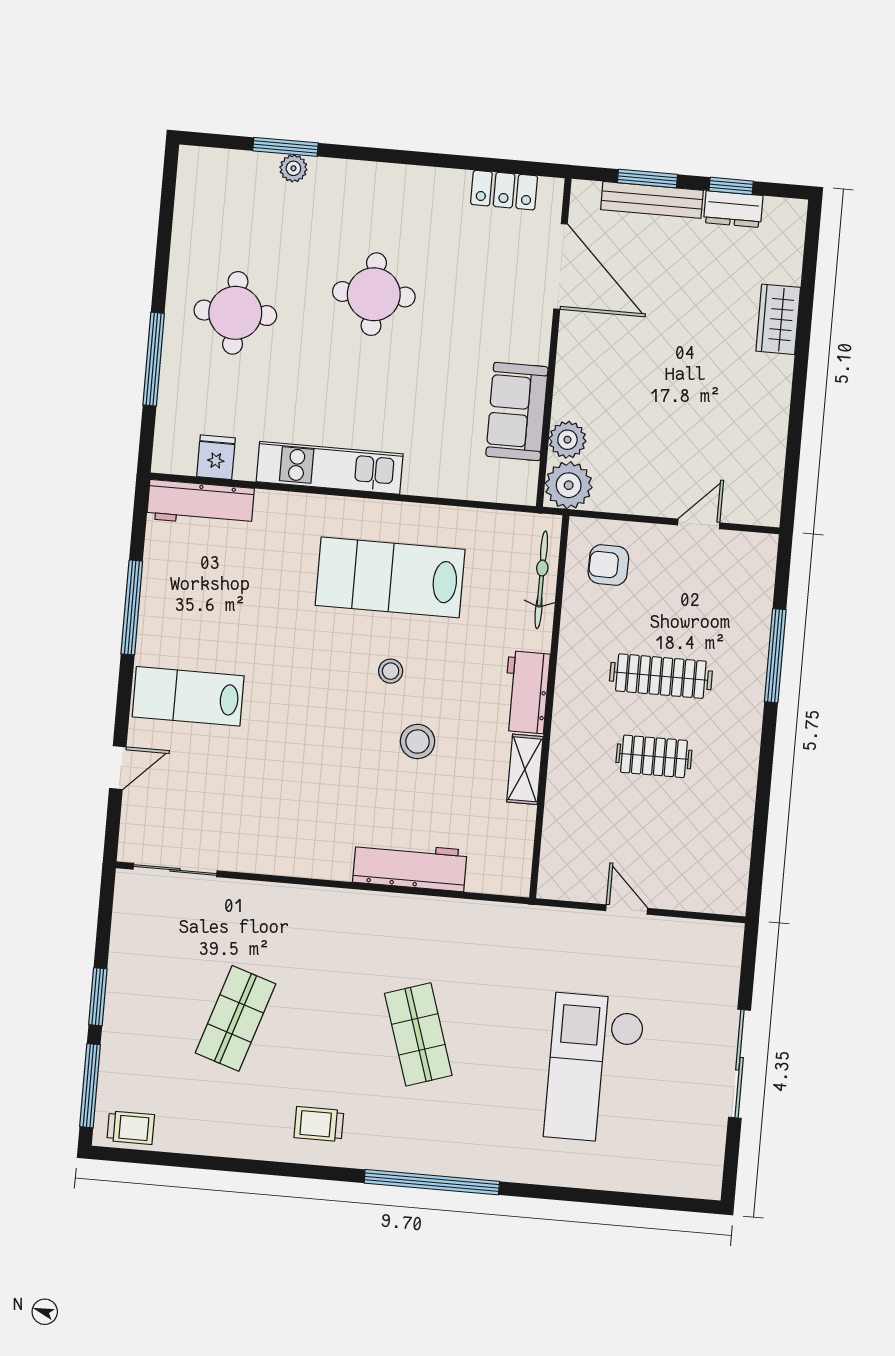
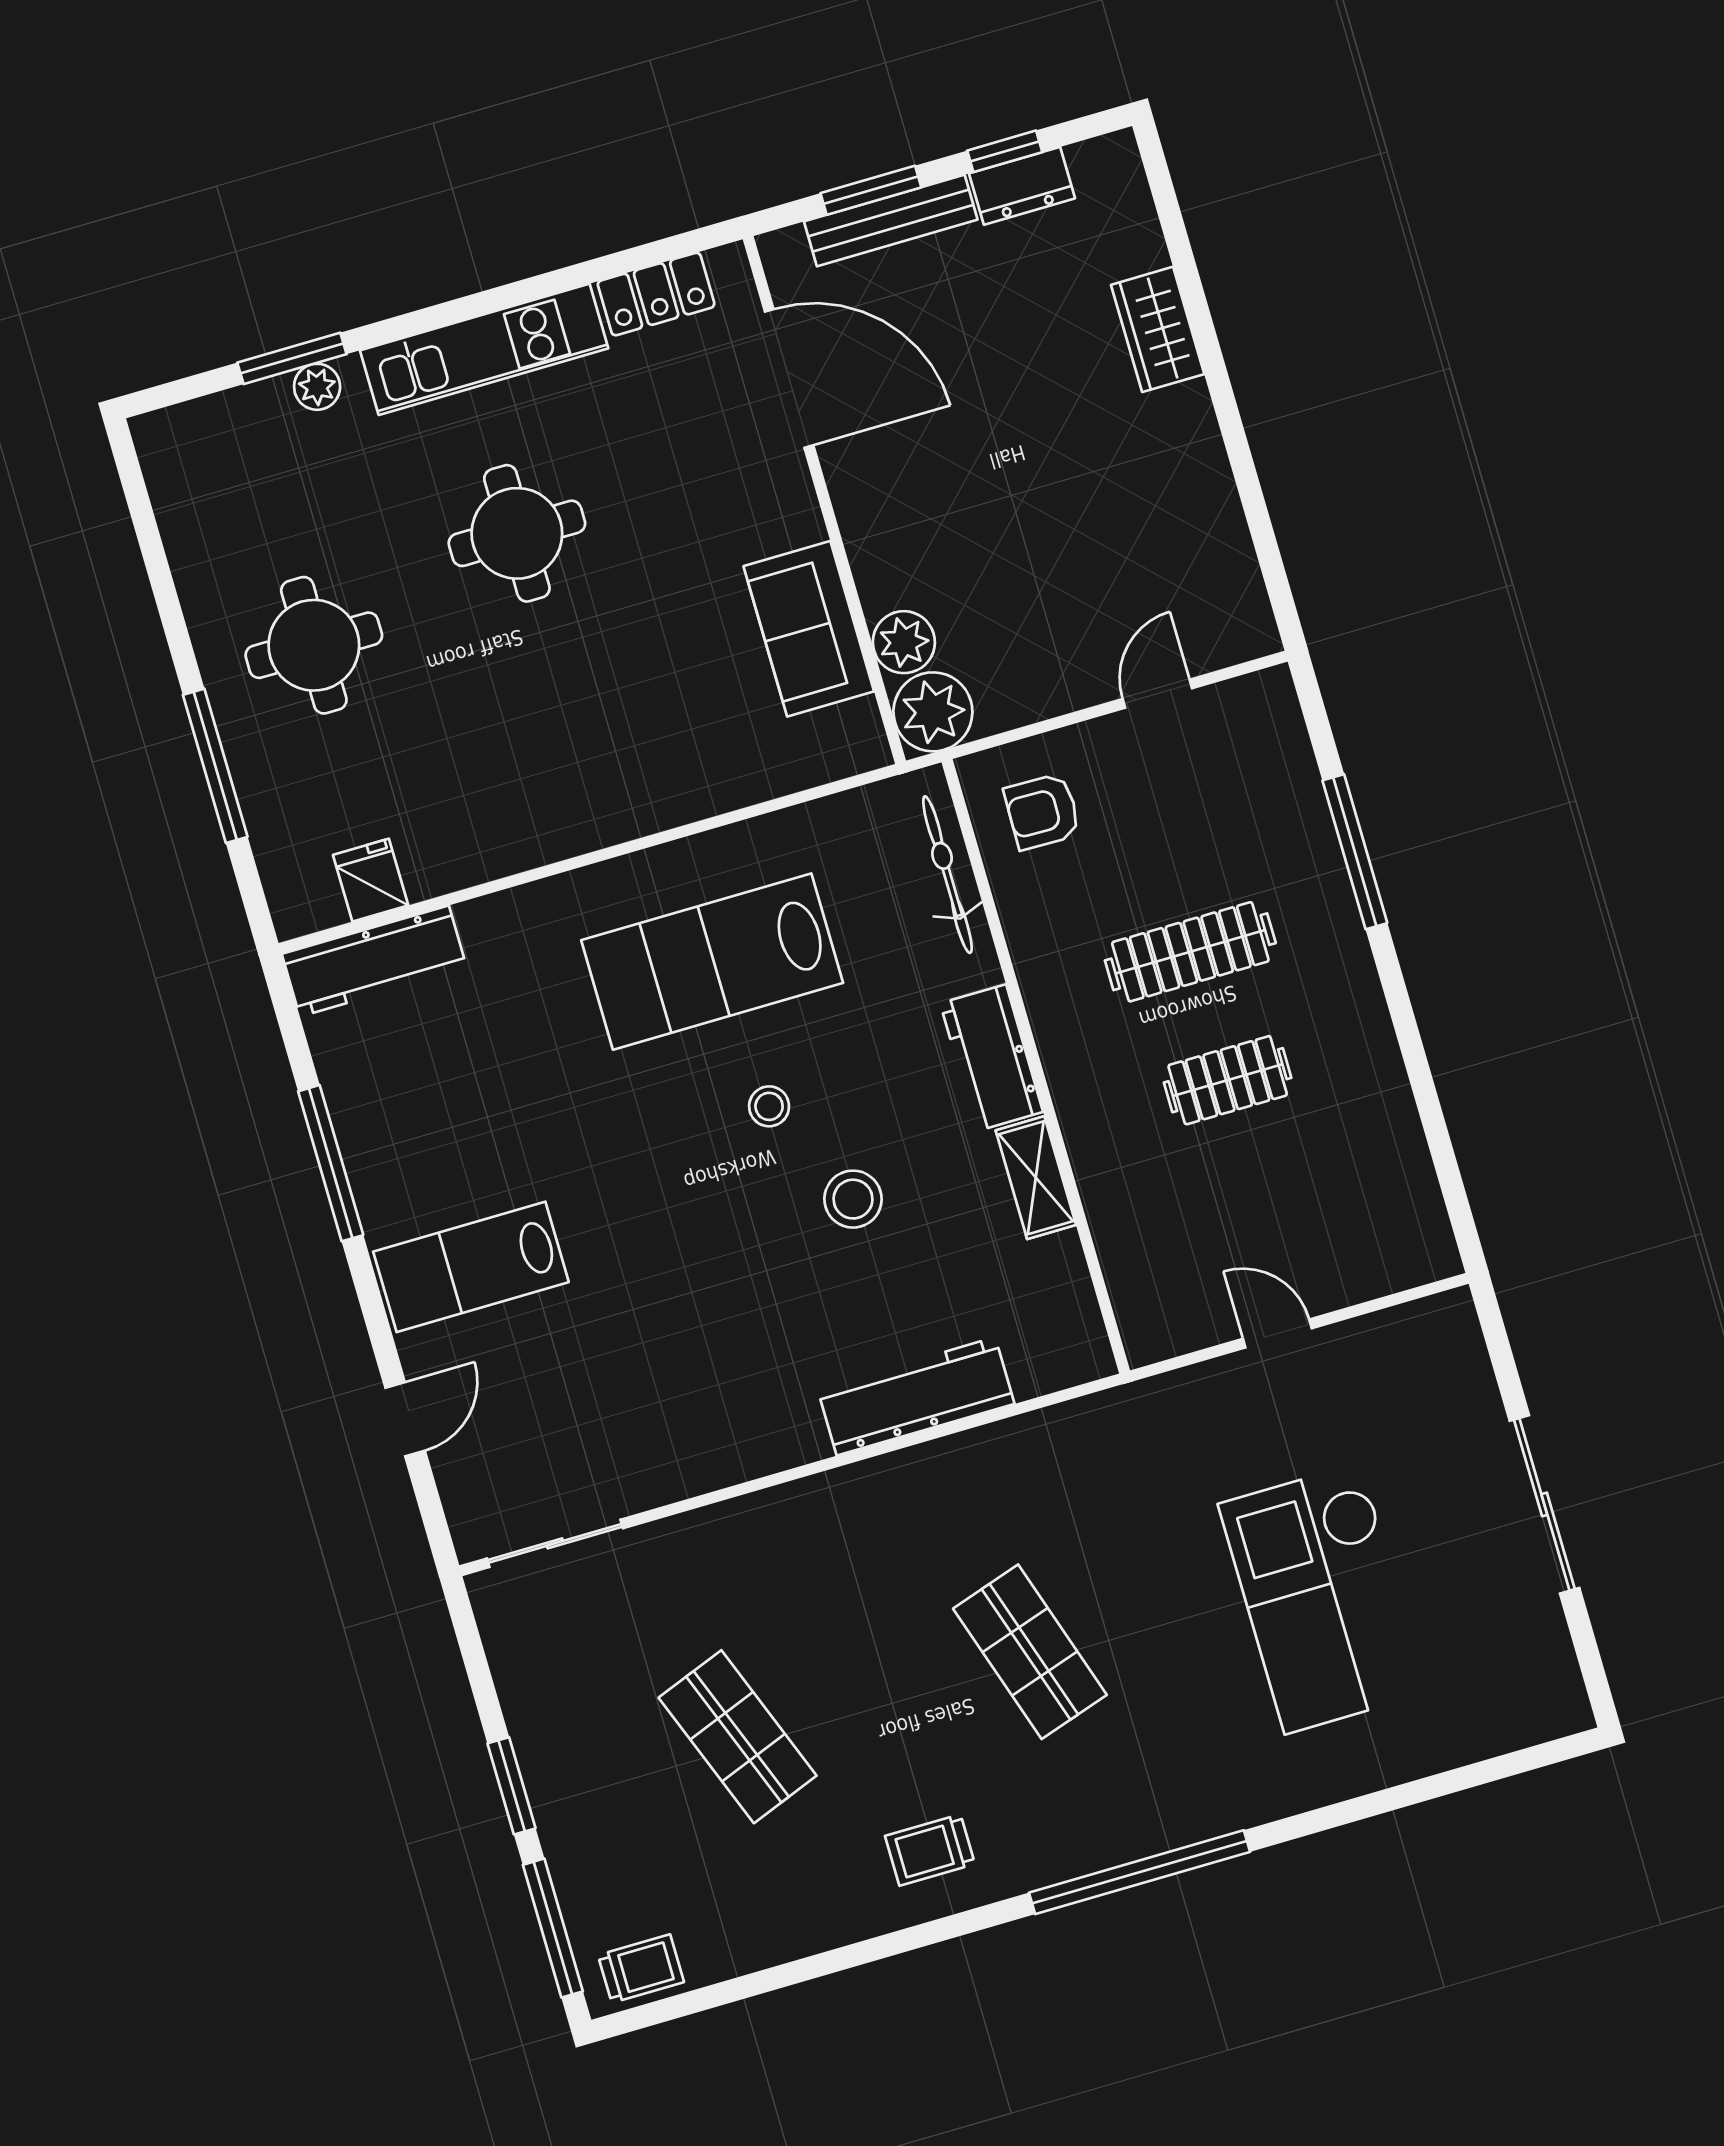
kitchen unit: (330, 468) -> (484, 349), moved, turned 180
shop shelf: (235, 1018) -> (738, 1737), turned -39

